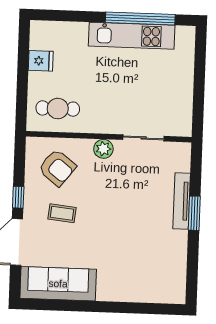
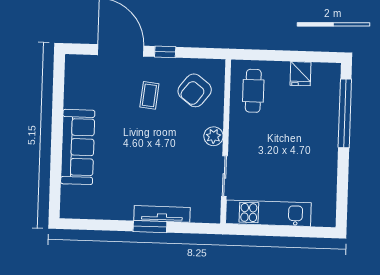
window: (140, 19) -> (345, 113), moved
kitchen unit: (132, 36) -> (268, 213), moved, turned 90
sofa: (58, 284) -> (78, 147), moved

